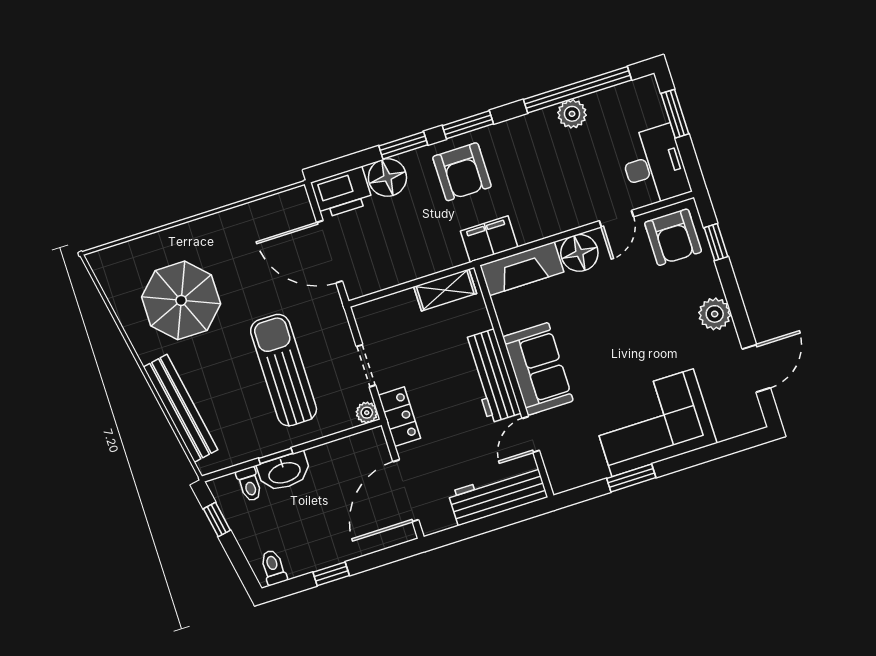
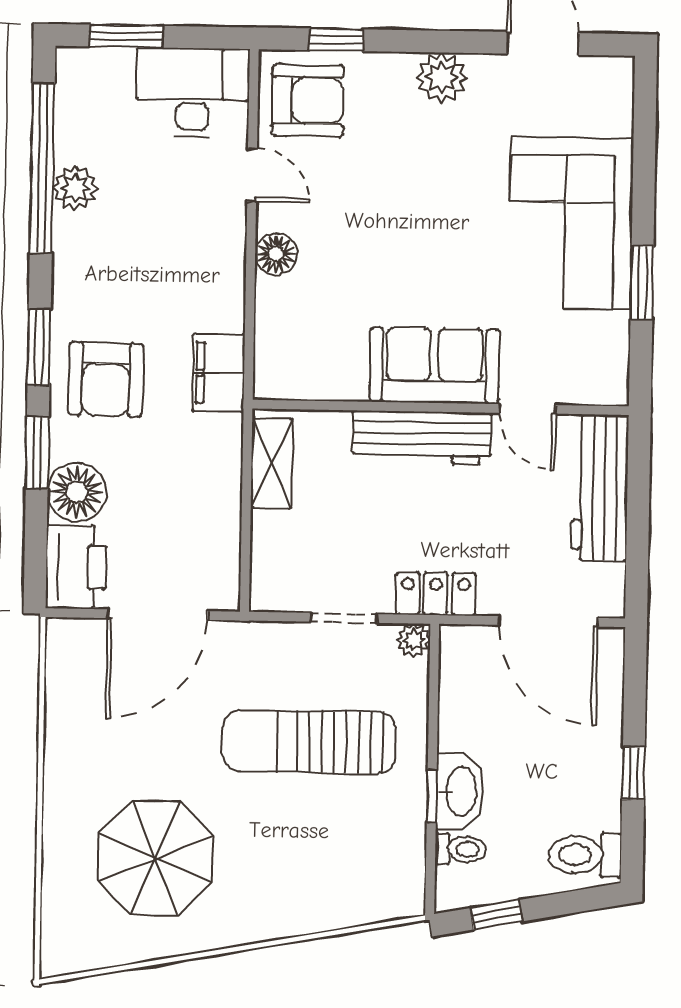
armchair: (462, 172) -> (106, 379), turned 91
floor lamp: (579, 253) -> (276, 254), width x0.73, depth x0.73
fireplace: (522, 269) -> (279, 339), removed
bench: (181, 408) -> (314, 913), removed
toilet: (273, 567) -> (585, 855), width x1.37, depth x1.39

